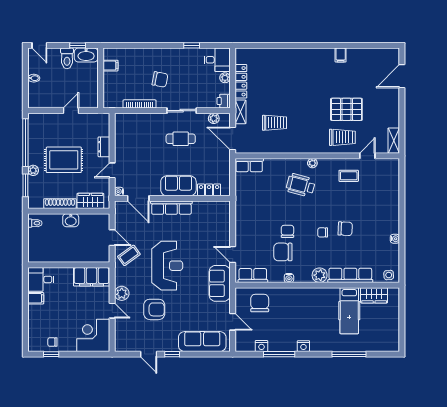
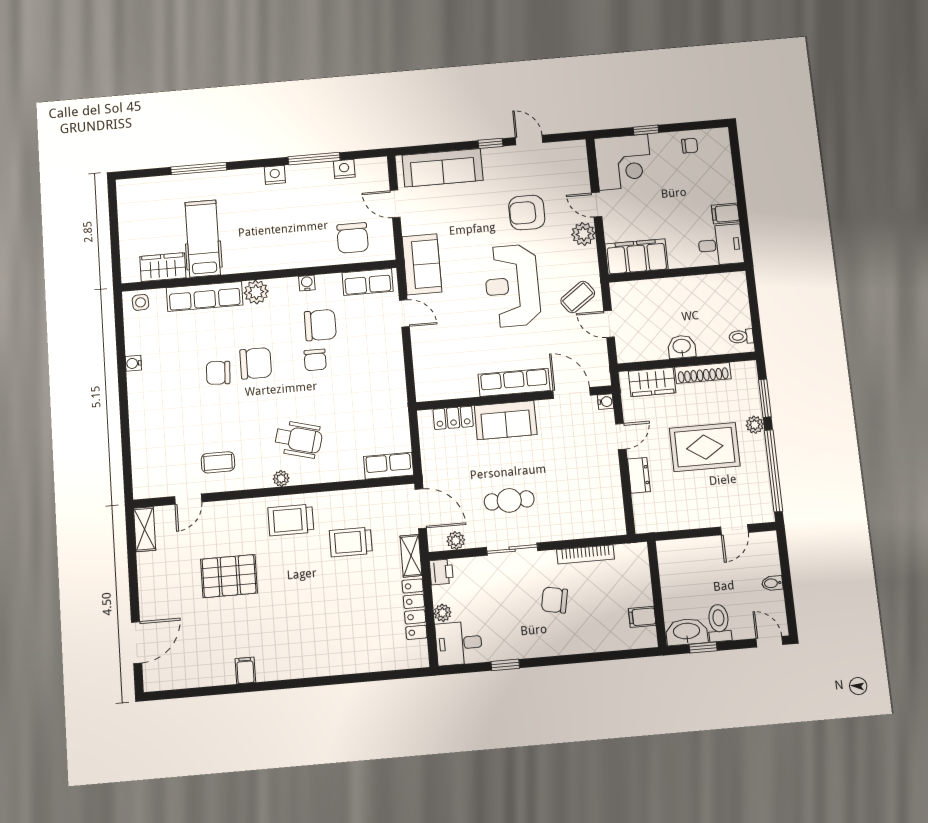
door: (71, 111) -> (734, 530), moved
trolley: (342, 137) -> (291, 520), moved
chair: (323, 232) -> (256, 363), width x1.87, depth x1.87
window: (51, 354) -> (646, 130), moved

